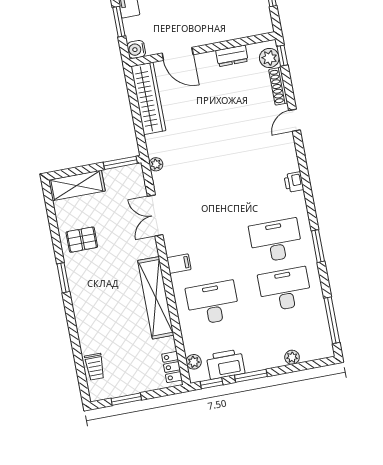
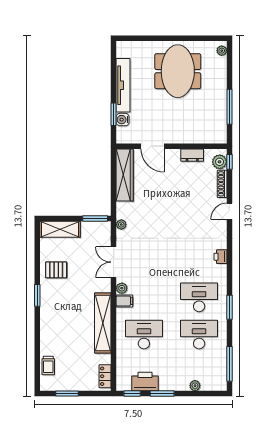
water cooler: (136, 49) -> (123, 120), moved
plant: (194, 362) -> (122, 288), moved

